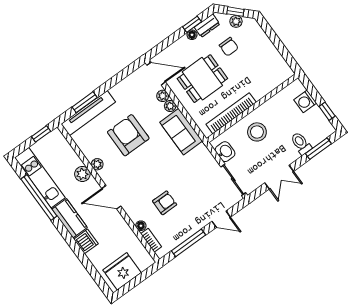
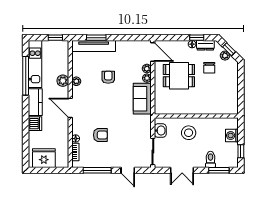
bookcase: (231, 113) -> (181, 110), removed
armchair: (128, 135) -> (108, 77), width x0.53, depth x0.53

